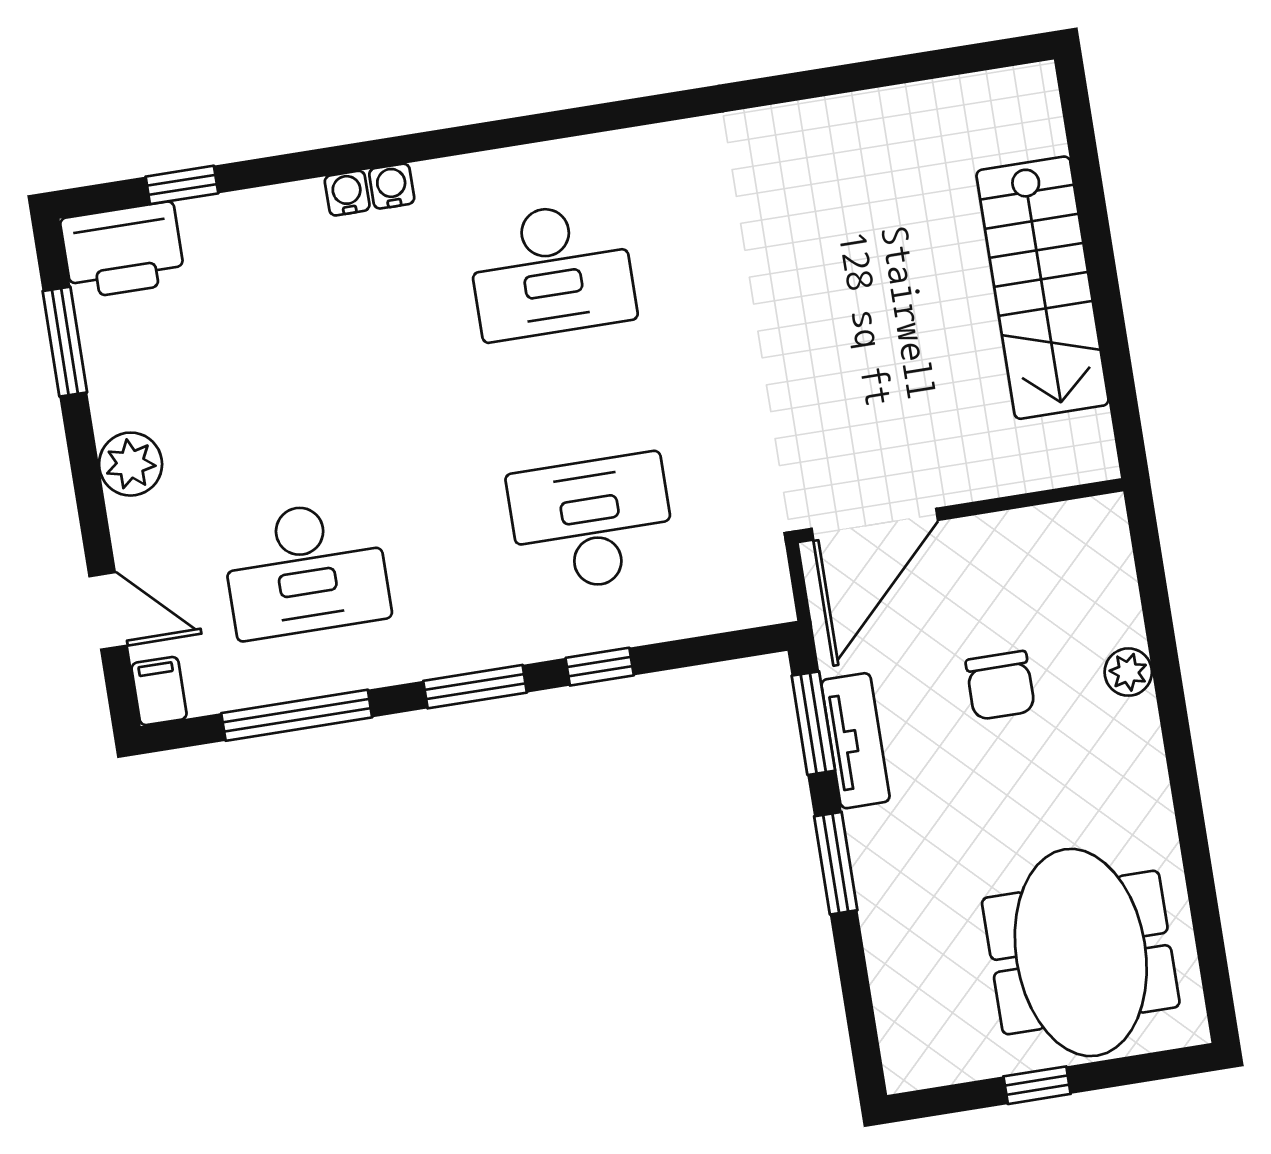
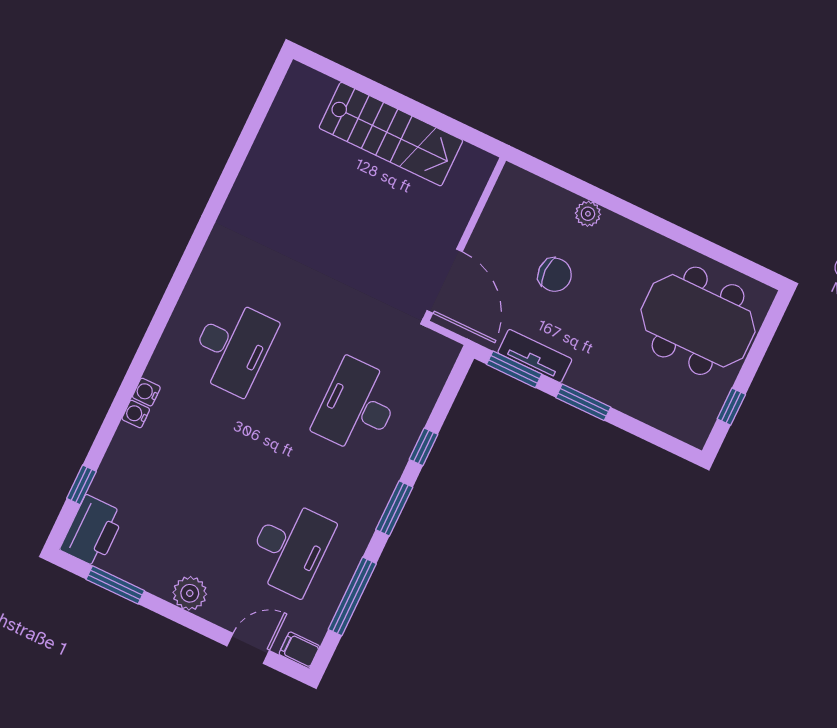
window: (1037, 1085) -> (731, 407), moved

